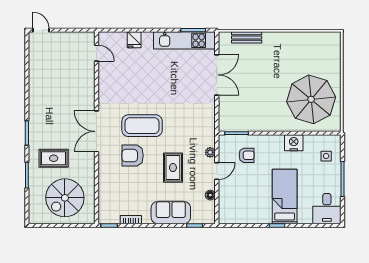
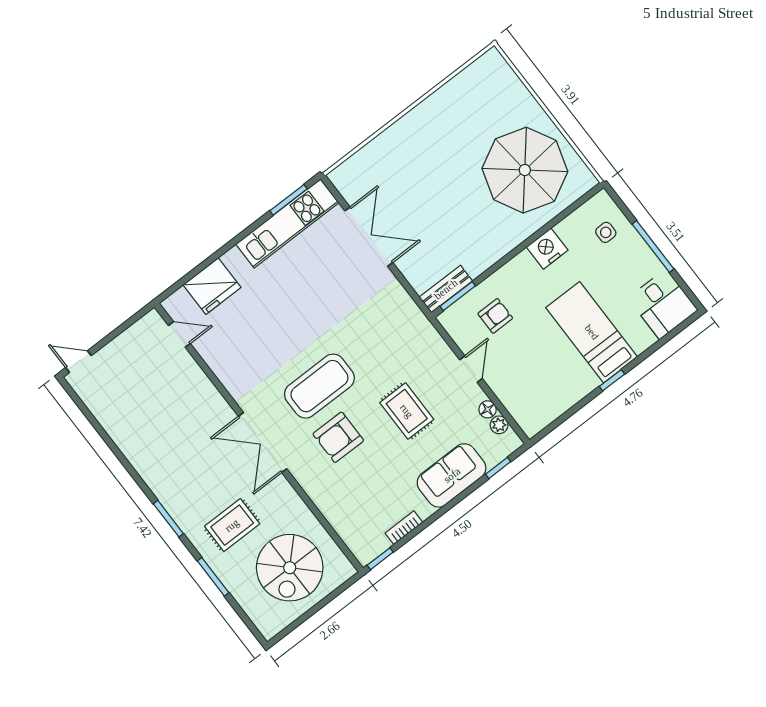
bench: (247, 37) -> (446, 289), moved
fridge: (134, 40) -> (212, 286), width x1.88, depth x1.34
plant: (210, 152) -> (499, 425), moved

